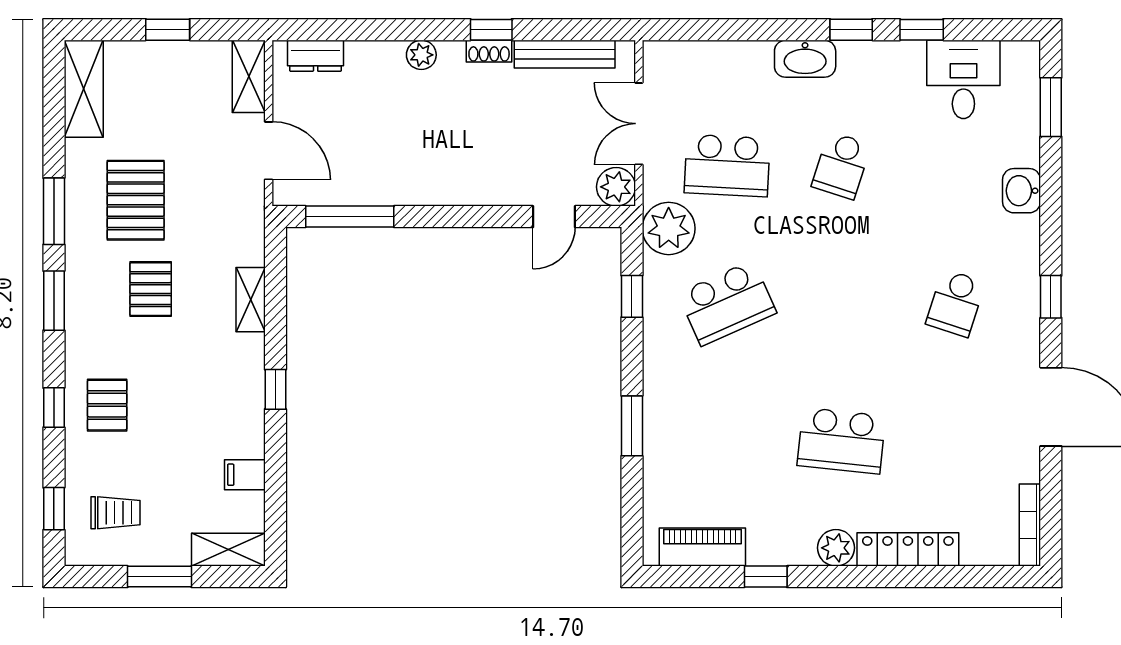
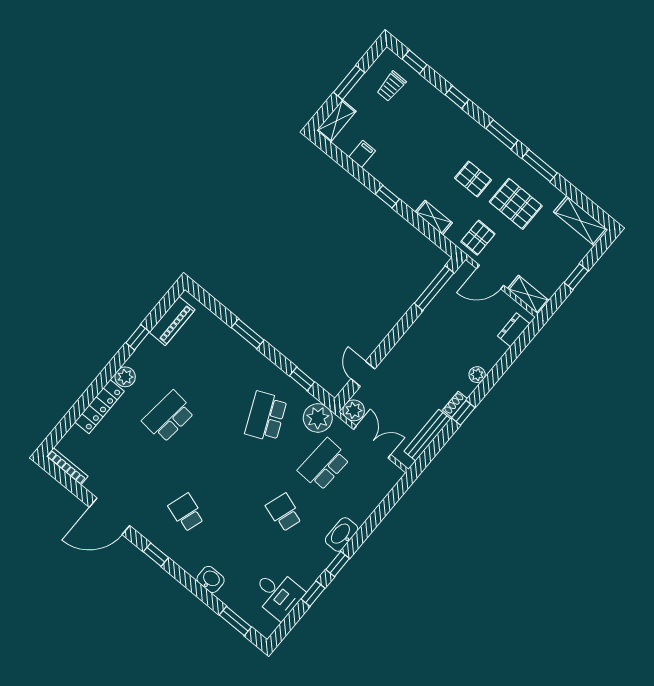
pallet: (107, 405) -> (478, 238), moved, turned 90

